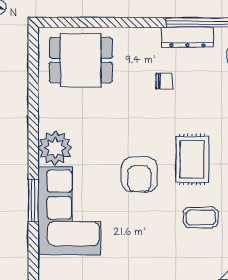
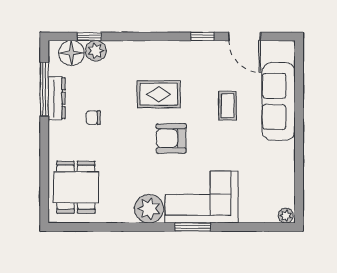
chair: (164, 81) -> (93, 118), turned -90
armchair: (139, 174) -> (171, 138), turned 180
coffee table: (201, 217) -> (228, 106), moved

